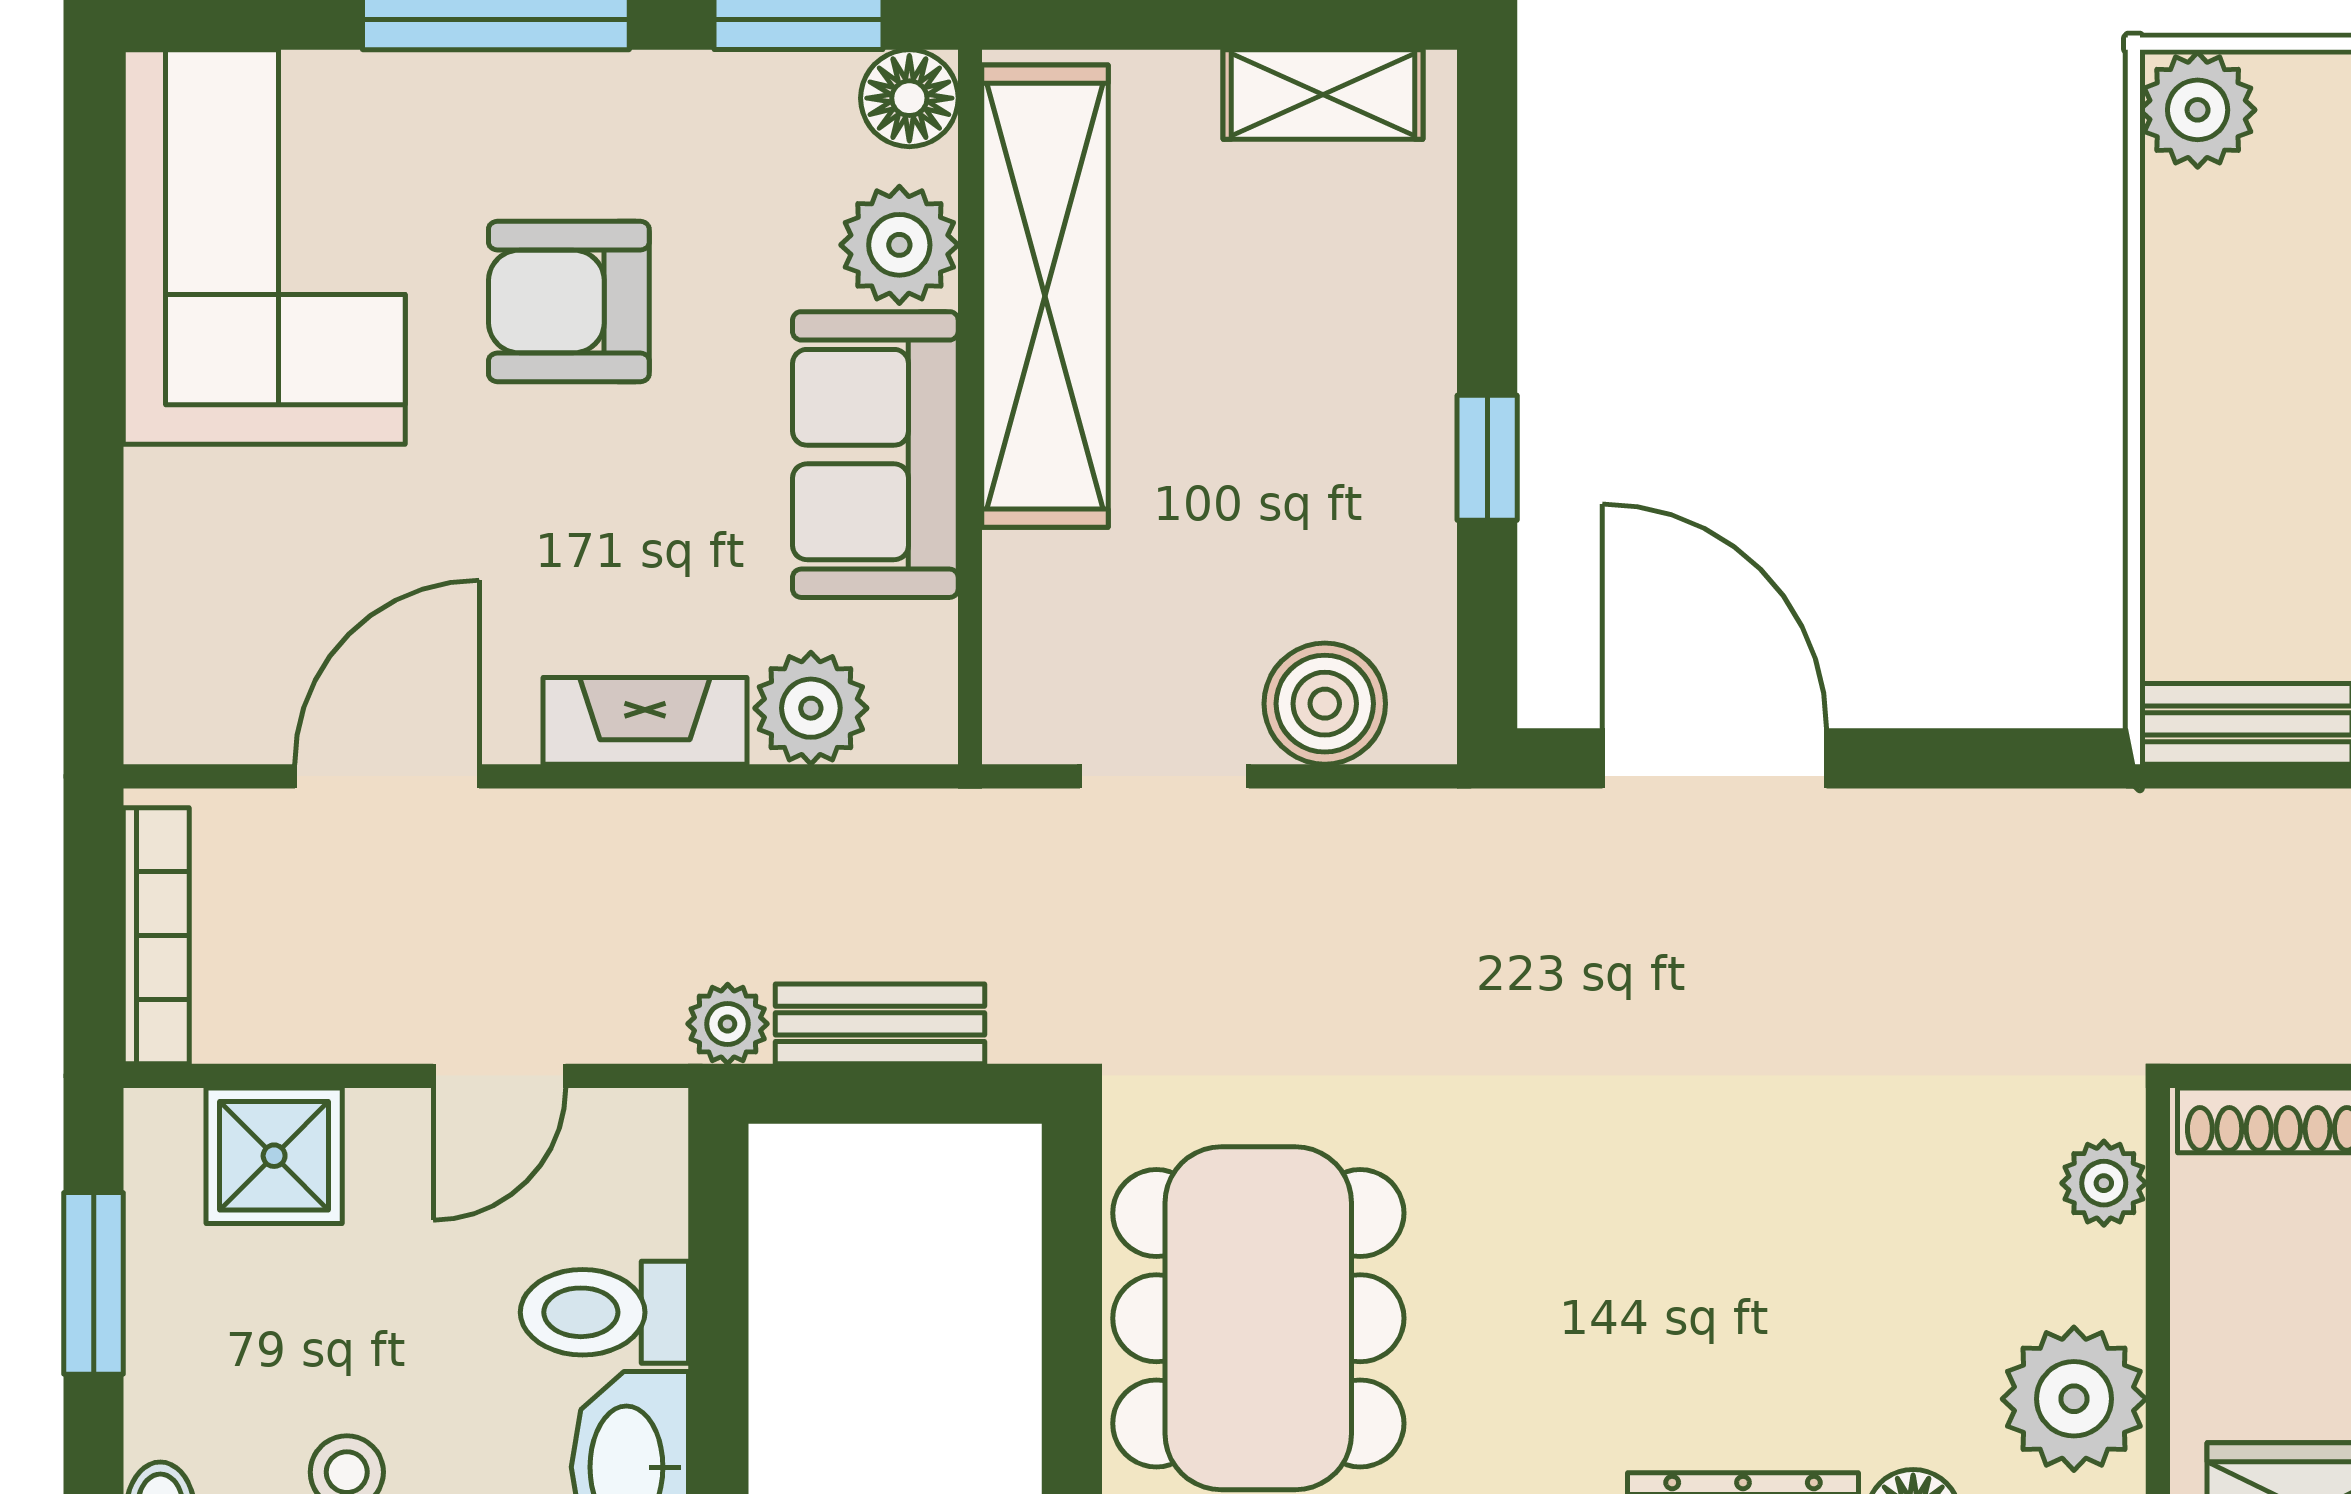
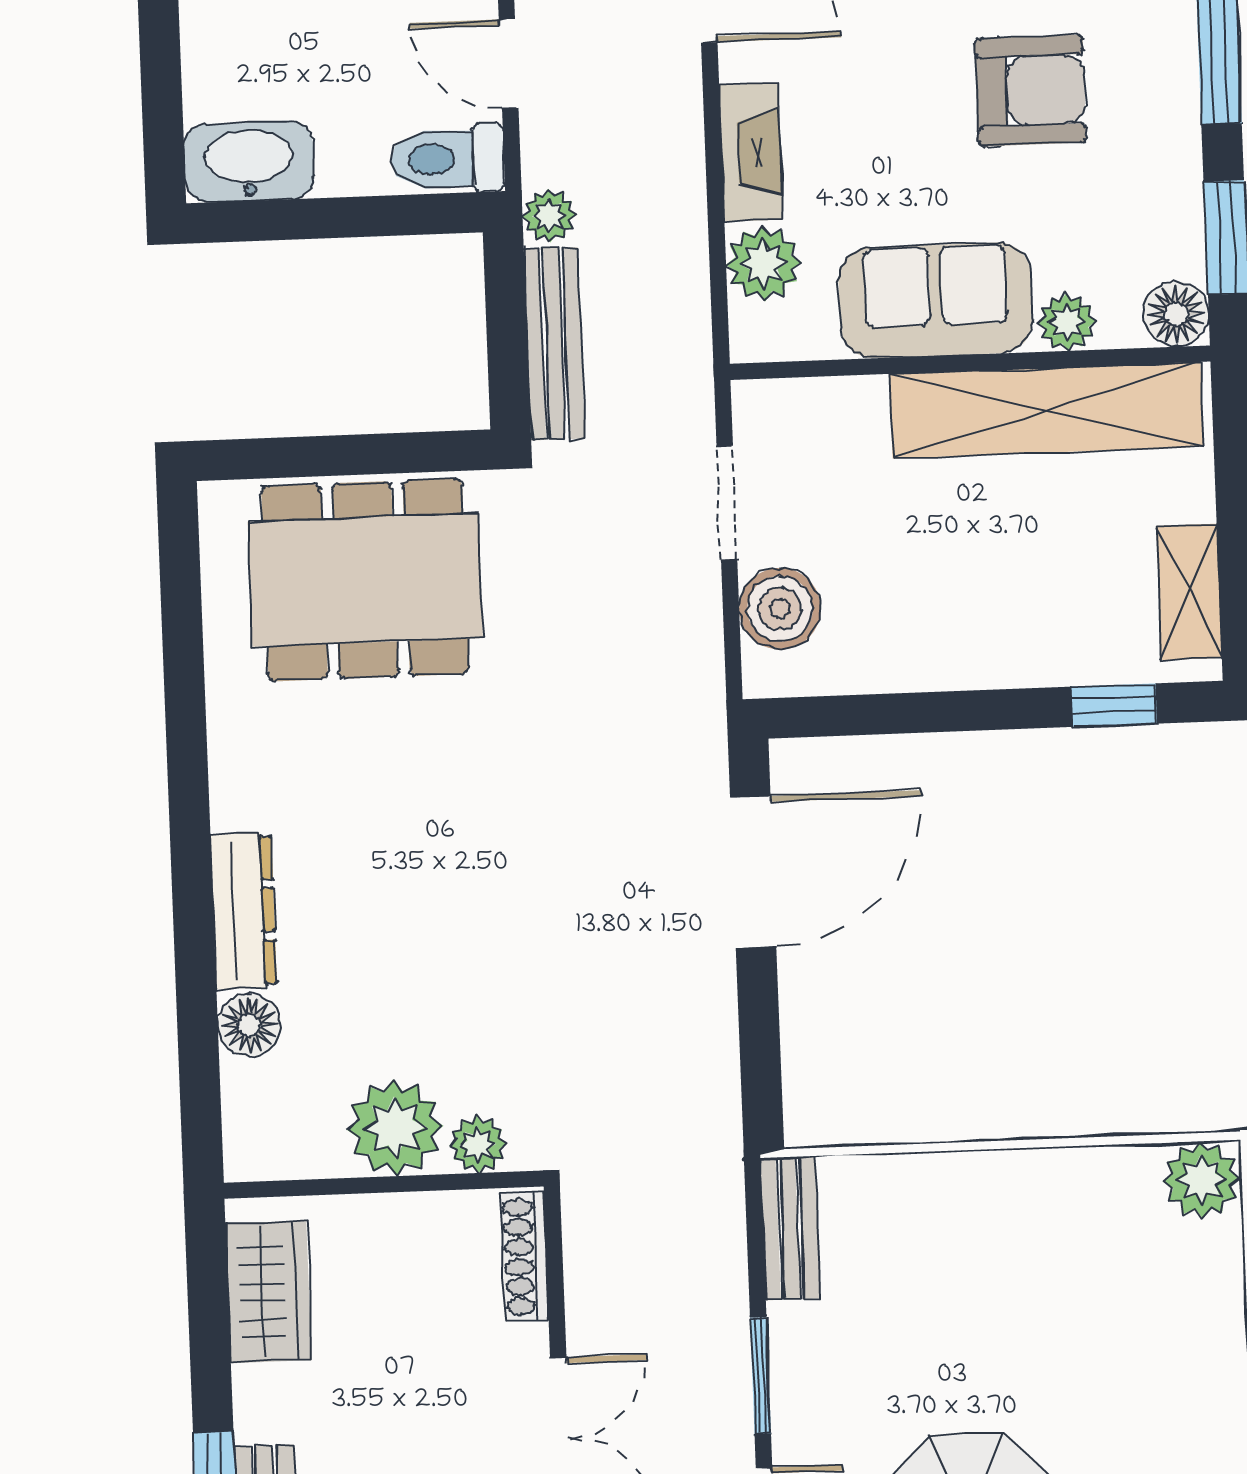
plant: (899, 245) -> (1067, 322), width x0.73, depth x0.73
armchair: (569, 301) -> (1031, 90), turned 90
window: (1487, 458) -> (1114, 705), moved
bench: (880, 1024) -> (554, 344), width x1.36
toilet: (604, 1312) -> (448, 159), moved, turned -90
plant: (2074, 1399) -> (395, 1128), moved

